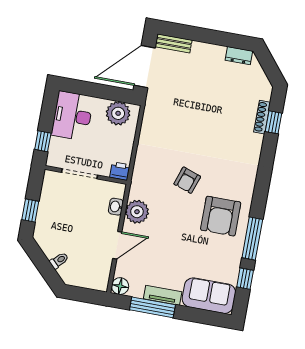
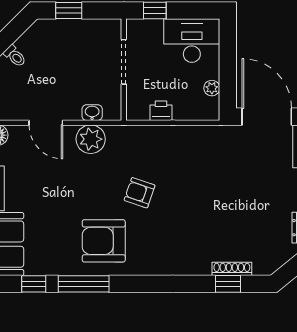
plant: (118, 113) -> (212, 88), width x0.53, depth x0.53
printer: (120, 171) -> (161, 111), moved, turned -90

